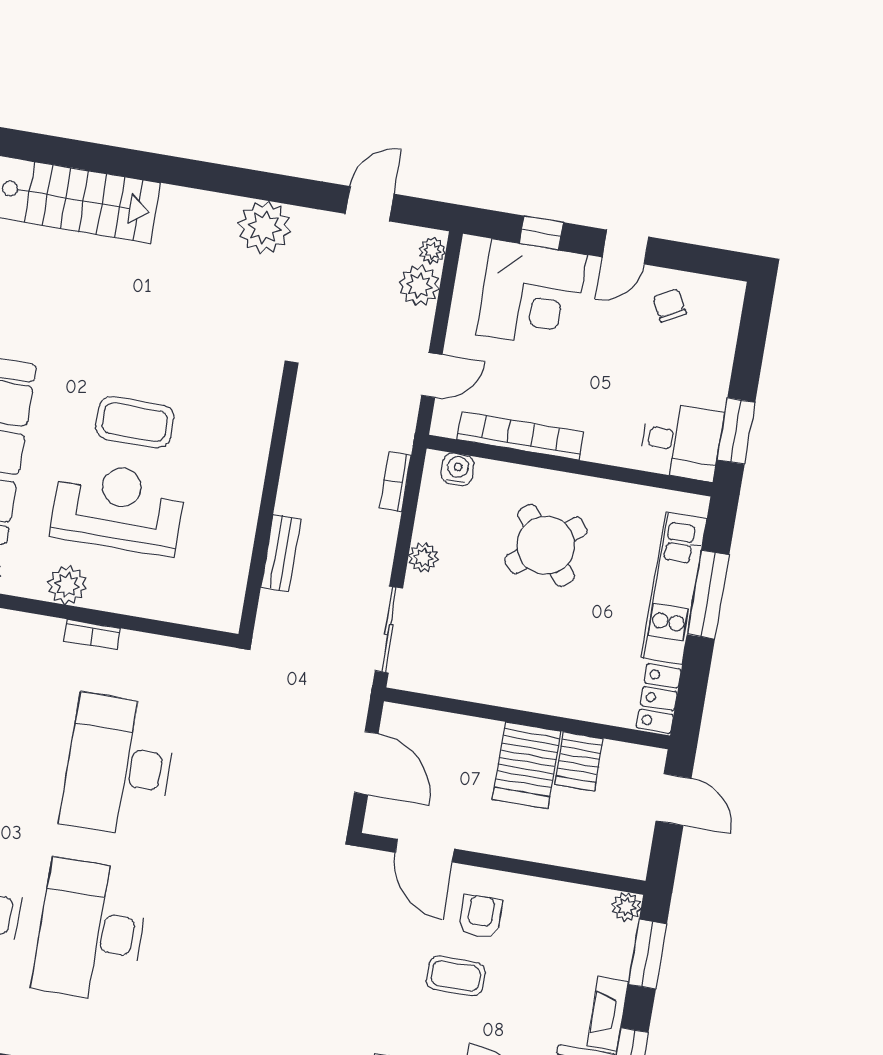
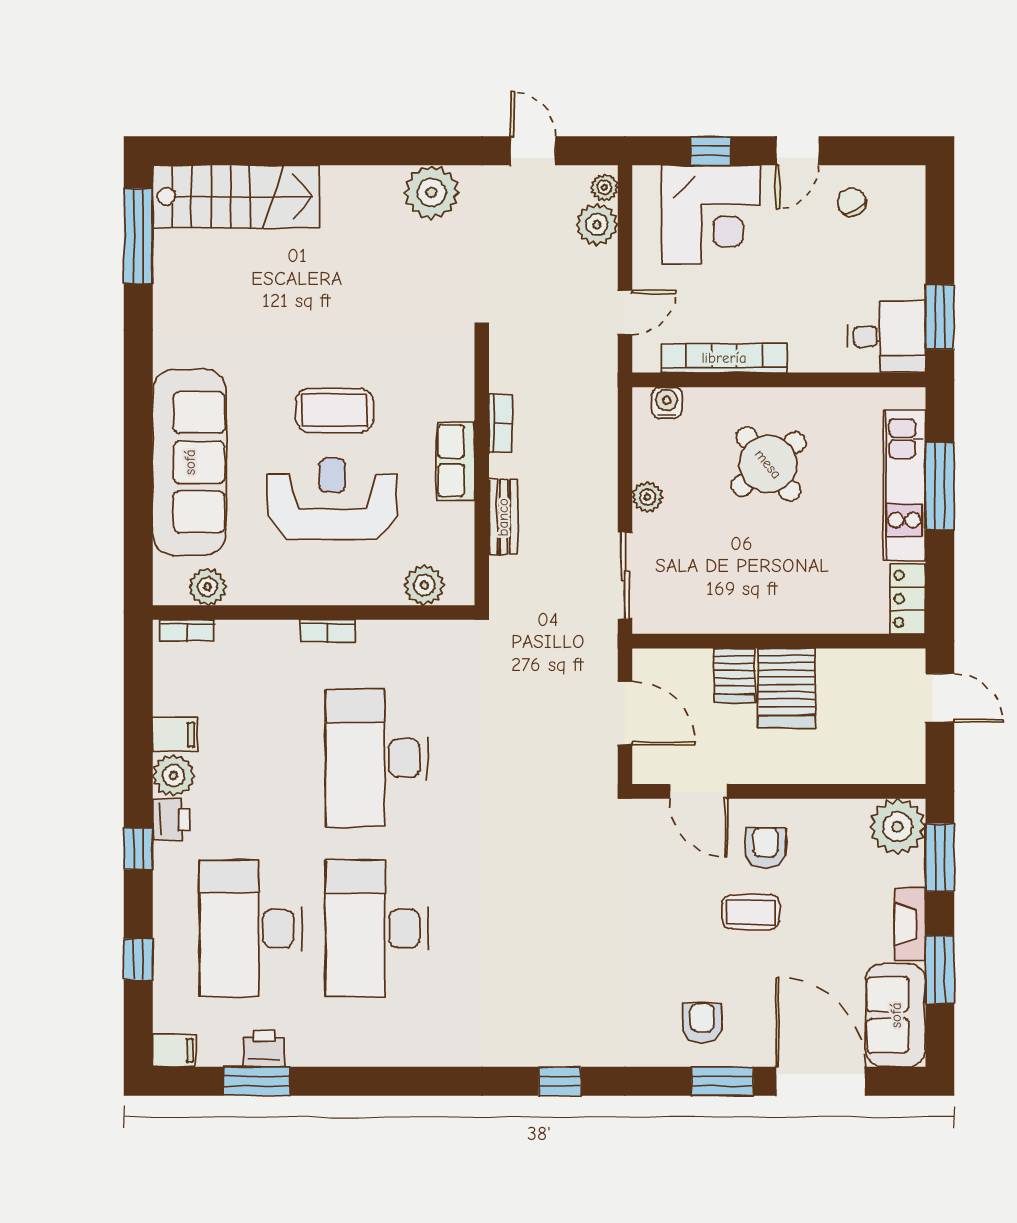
door: (370, 204) -> (533, 151), hinge flipped
bookcase: (395, 482) -> (501, 423), moved, turned 180
row of seats: (244, 491) -> (456, 461), added
plant: (67, 585) -> (424, 585), moved
server rack: (579, 761) -> (735, 675), moved
plant: (626, 907) -> (897, 827), width x1.88, depth x1.88

